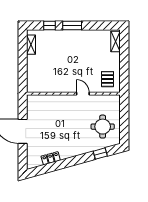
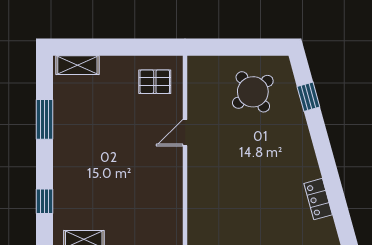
window: (72, 26) -> (45, 119), moved
round table: (103, 127) -> (253, 92), turned -37

